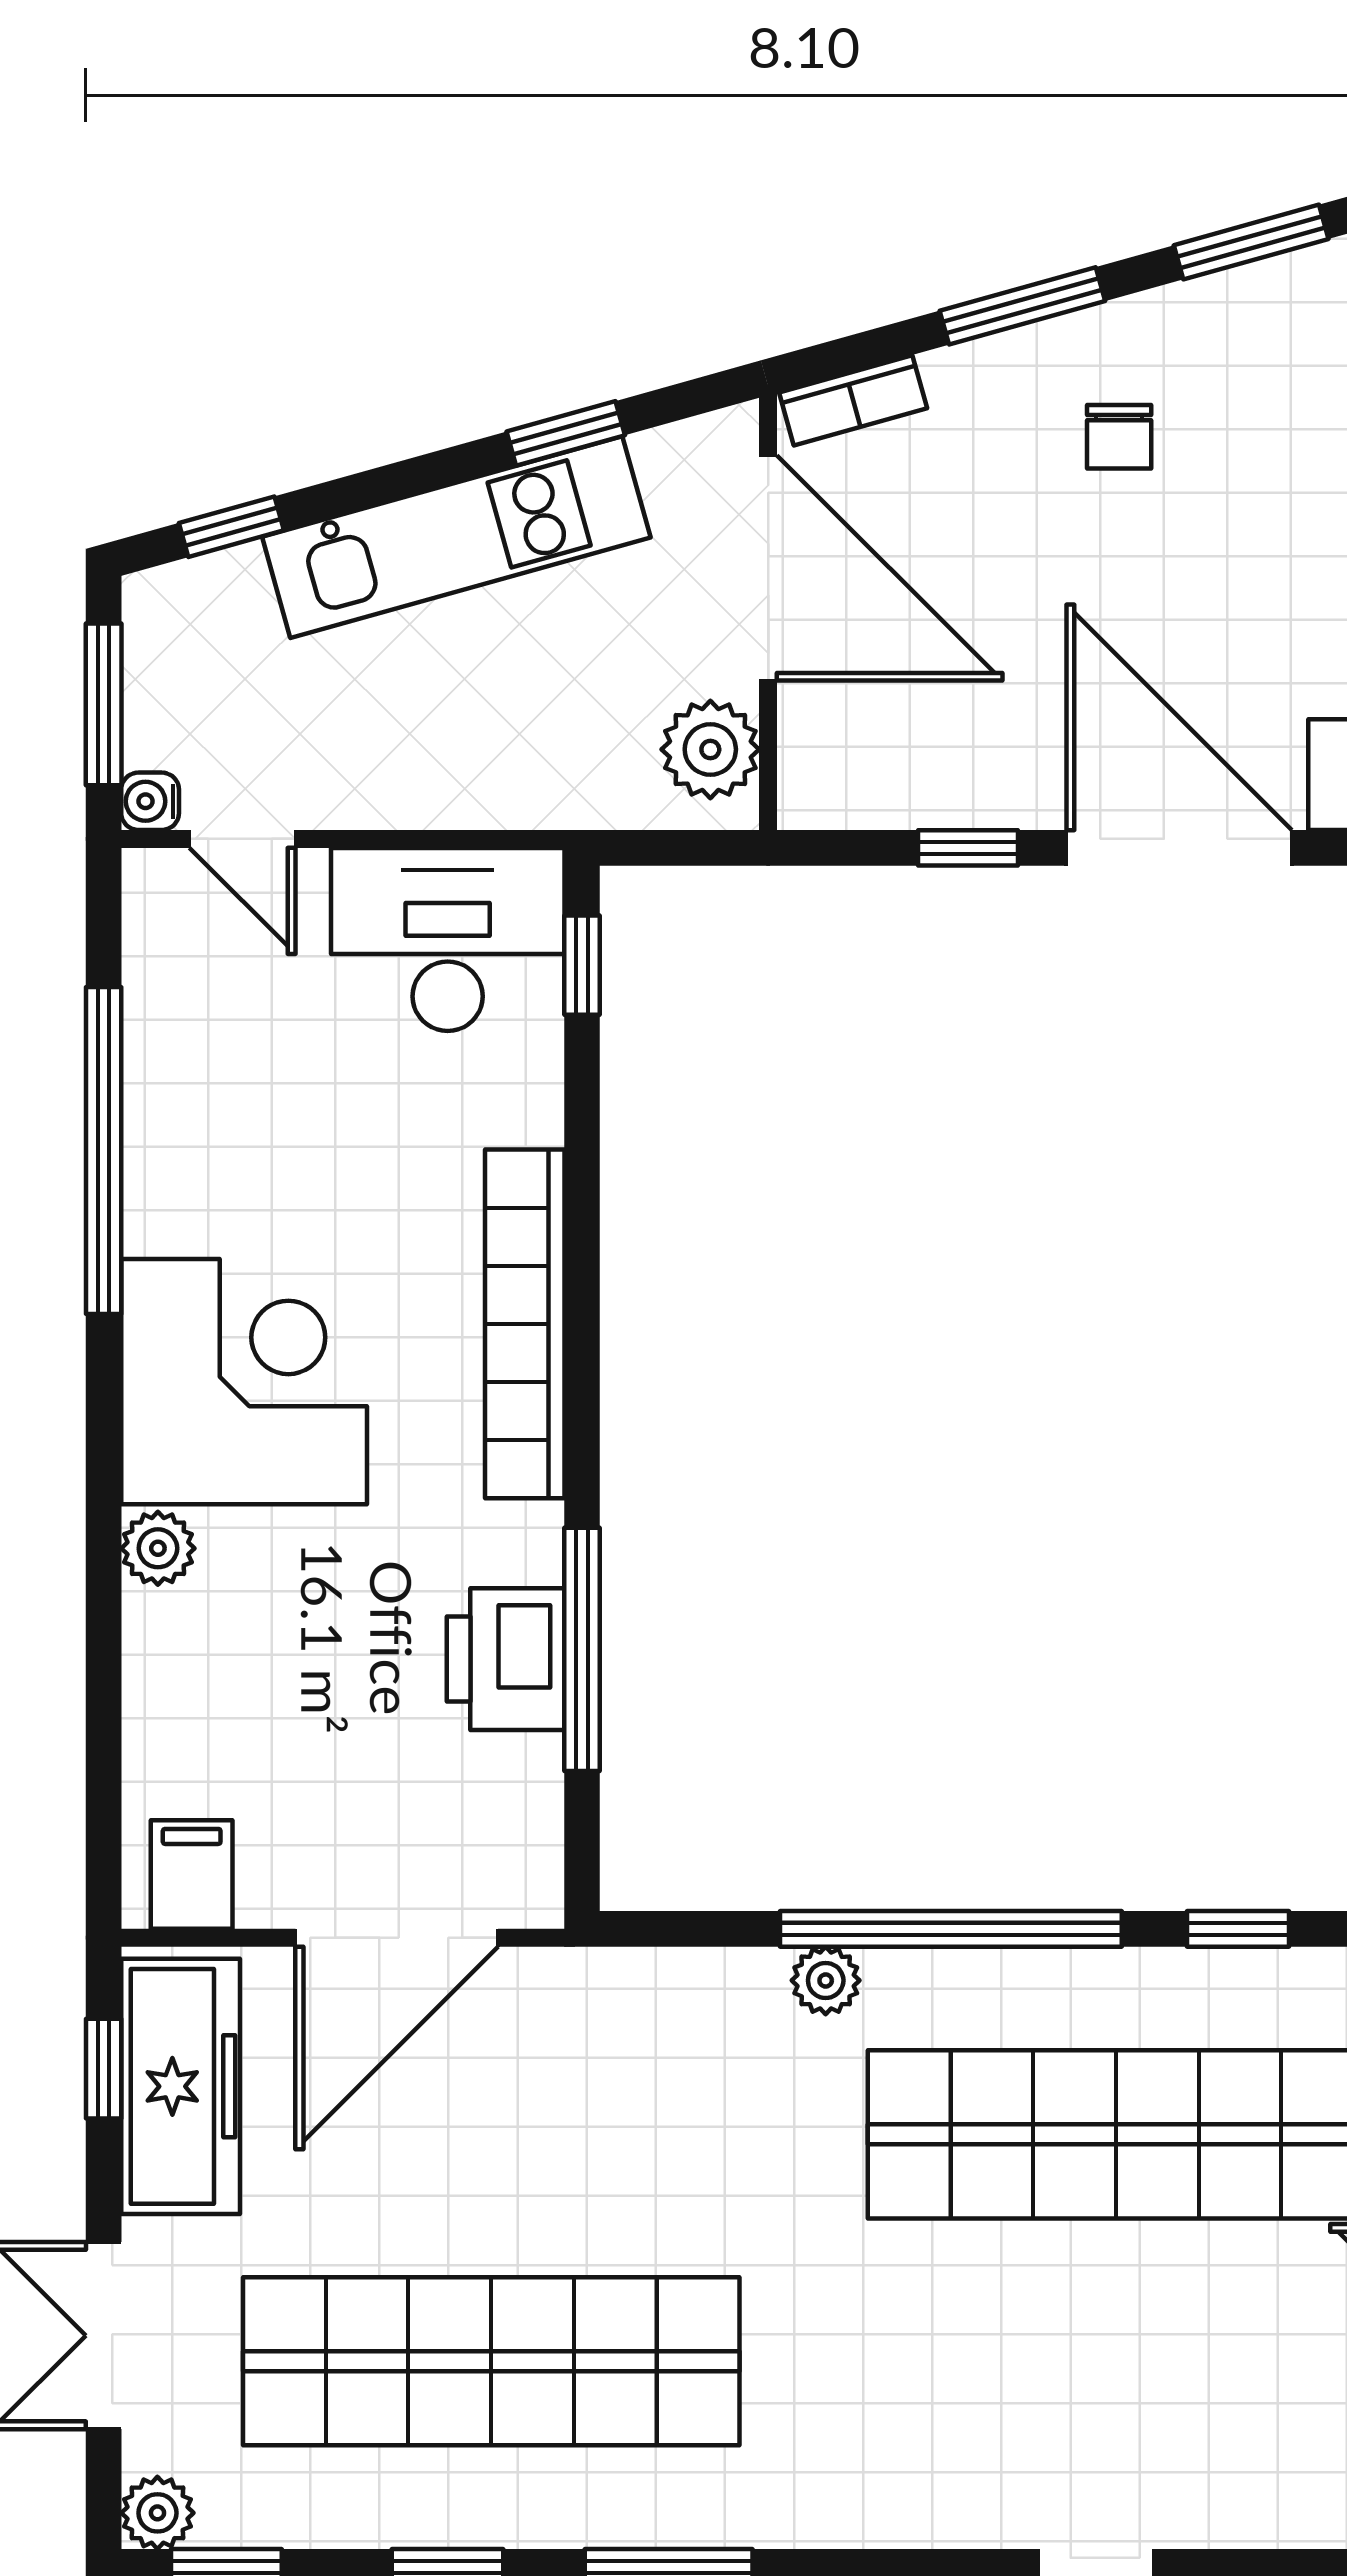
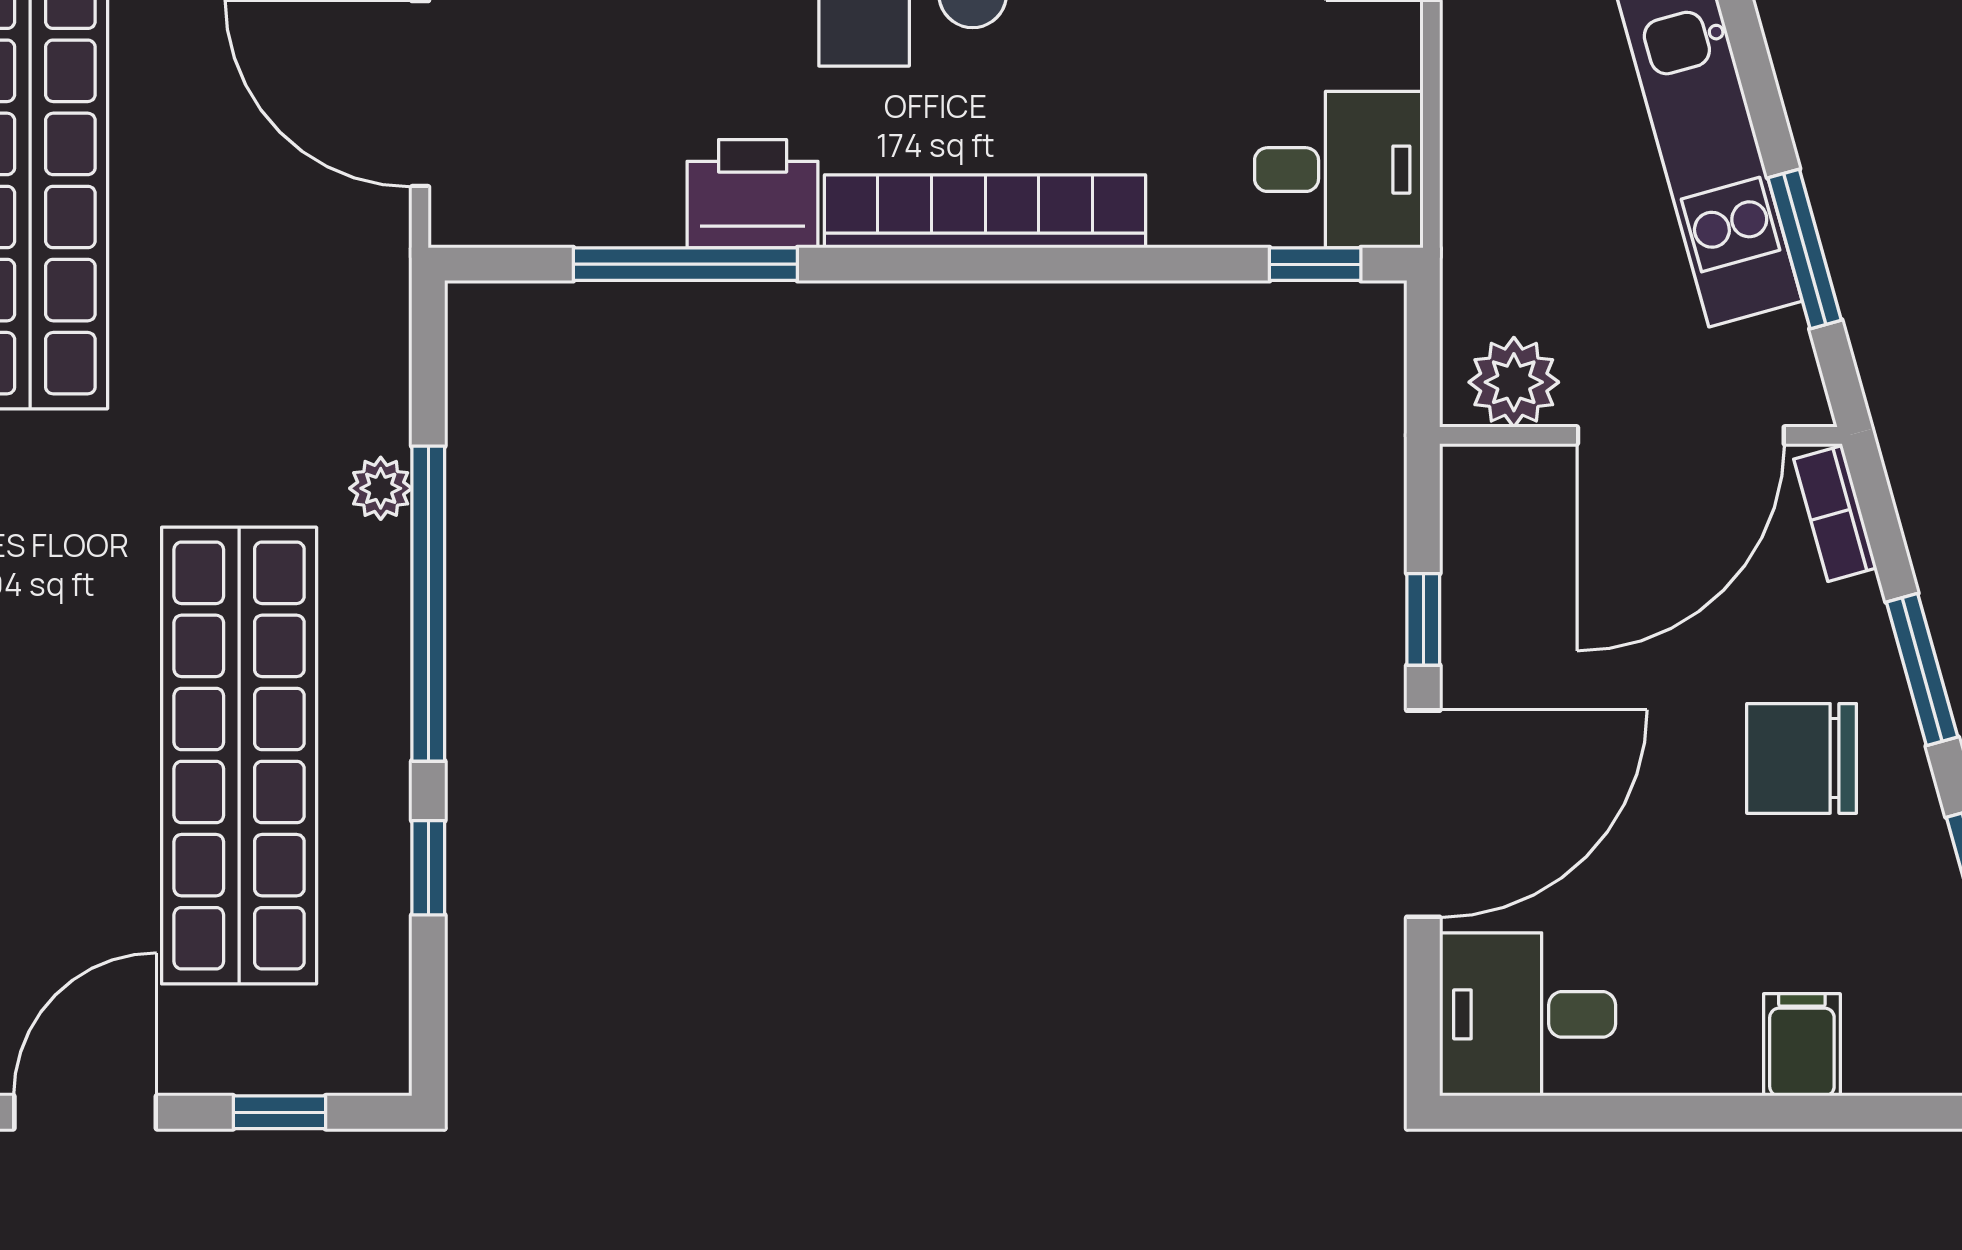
window: (566, 433) -> (1805, 249), width x1.50
chair: (1119, 437) -> (1802, 758), width x1.87, depth x1.87
desk: (448, 939) -> (1339, 170), width x0.73
printer: (506, 1659) -> (753, 194), moved

